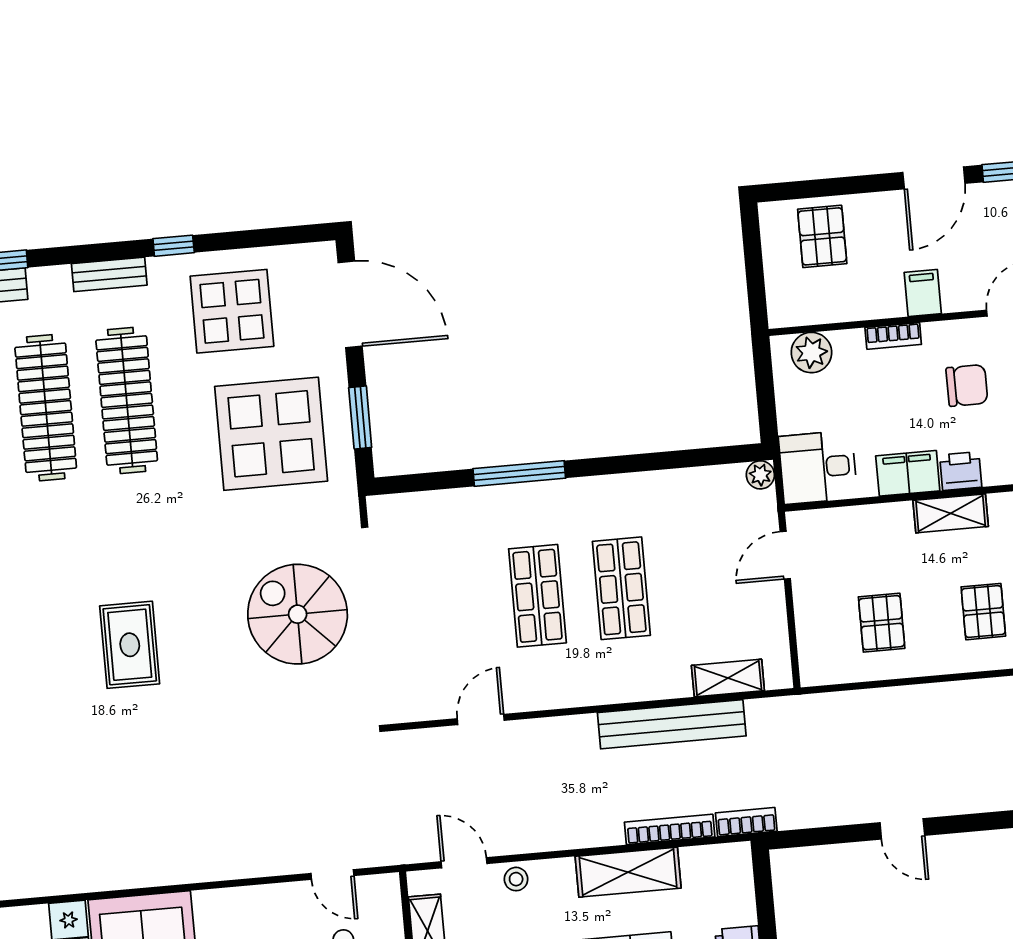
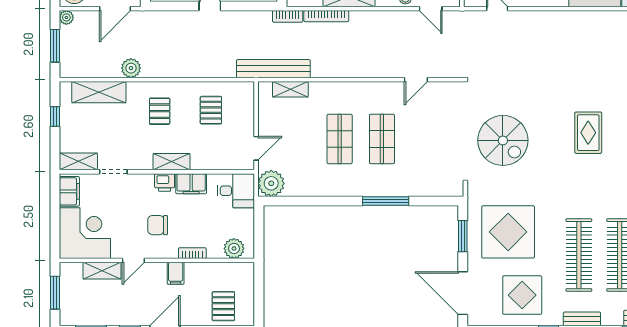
plant: (760, 475) -> (271, 183), width x1.87, depth x1.87
bench: (672, 724) -> (273, 69), moved

